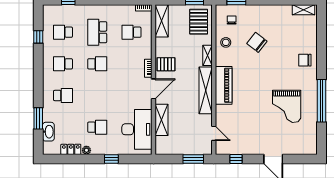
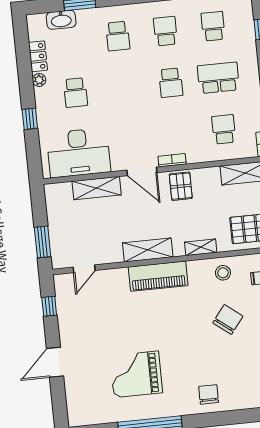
shelving: (206, 90) -> (148, 250), width x0.68

